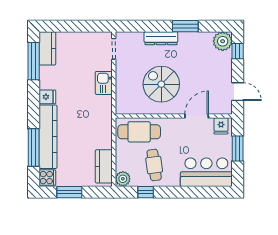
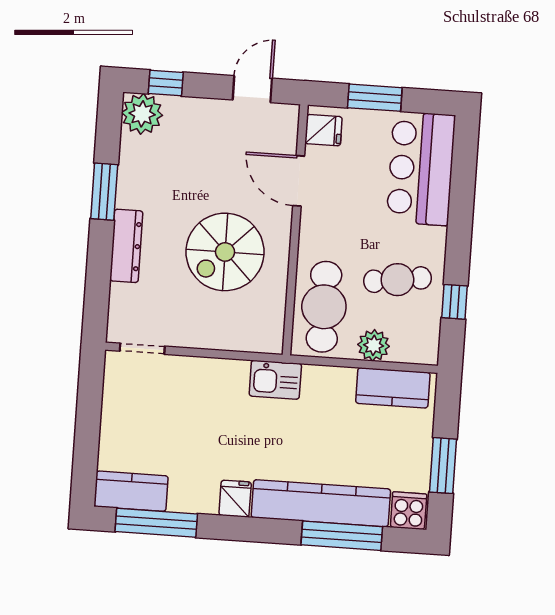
kitchen sink: (104, 83) -> (275, 380), moved
plant: (123, 179) -> (374, 345), moved

